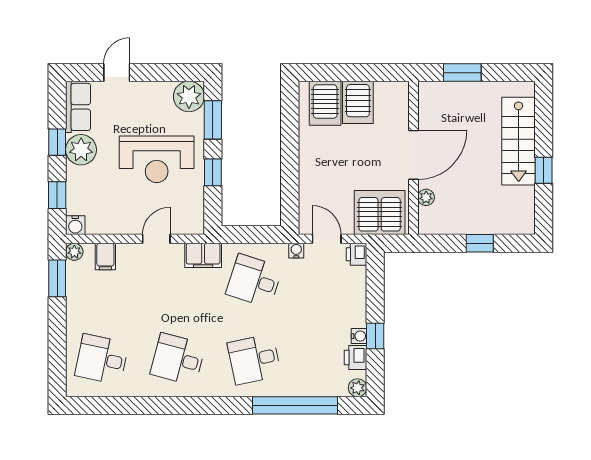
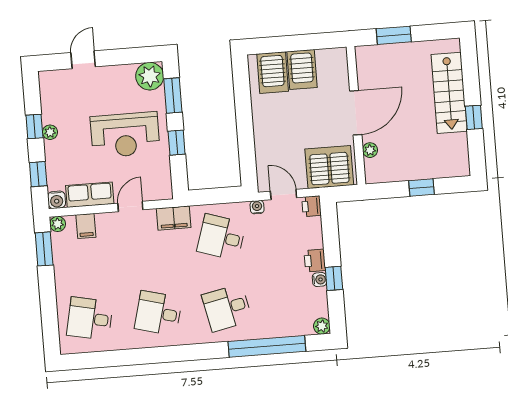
row of seats: (78, 107) -> (90, 195), moved, turned -90
plant: (81, 150) -> (50, 132), width x0.53, depth x0.53
printer: (356, 358) -> (315, 260), moved

